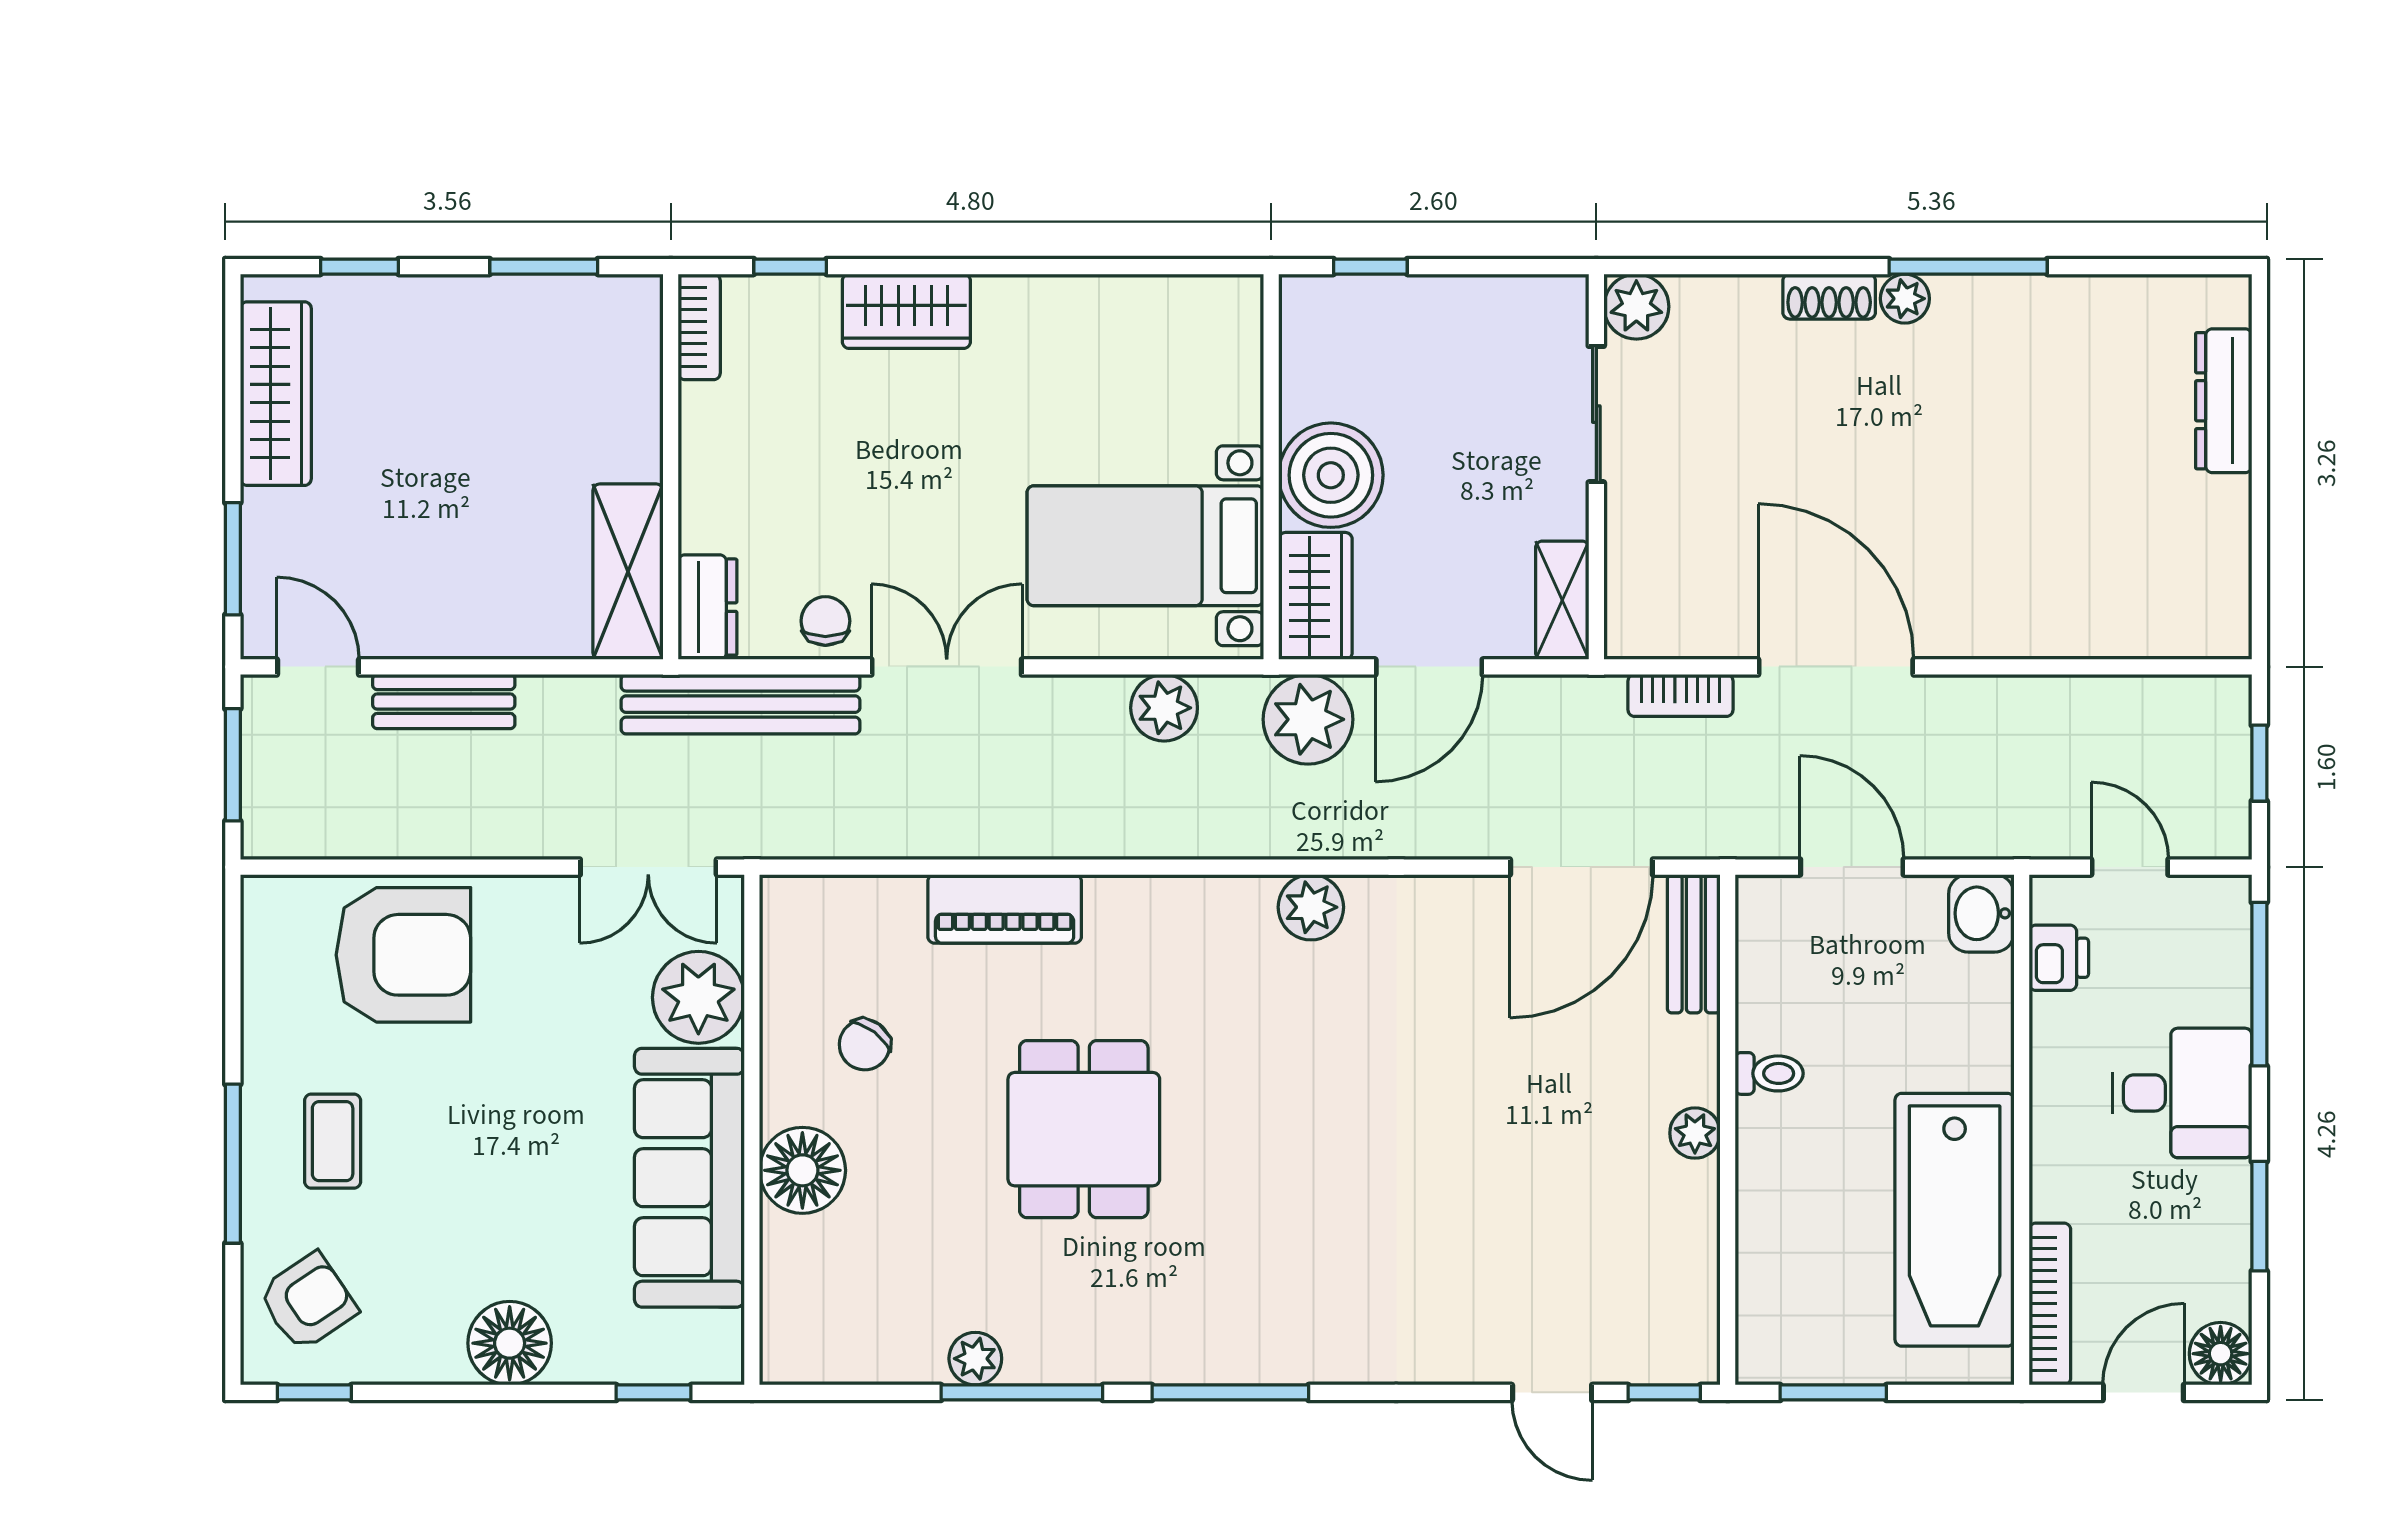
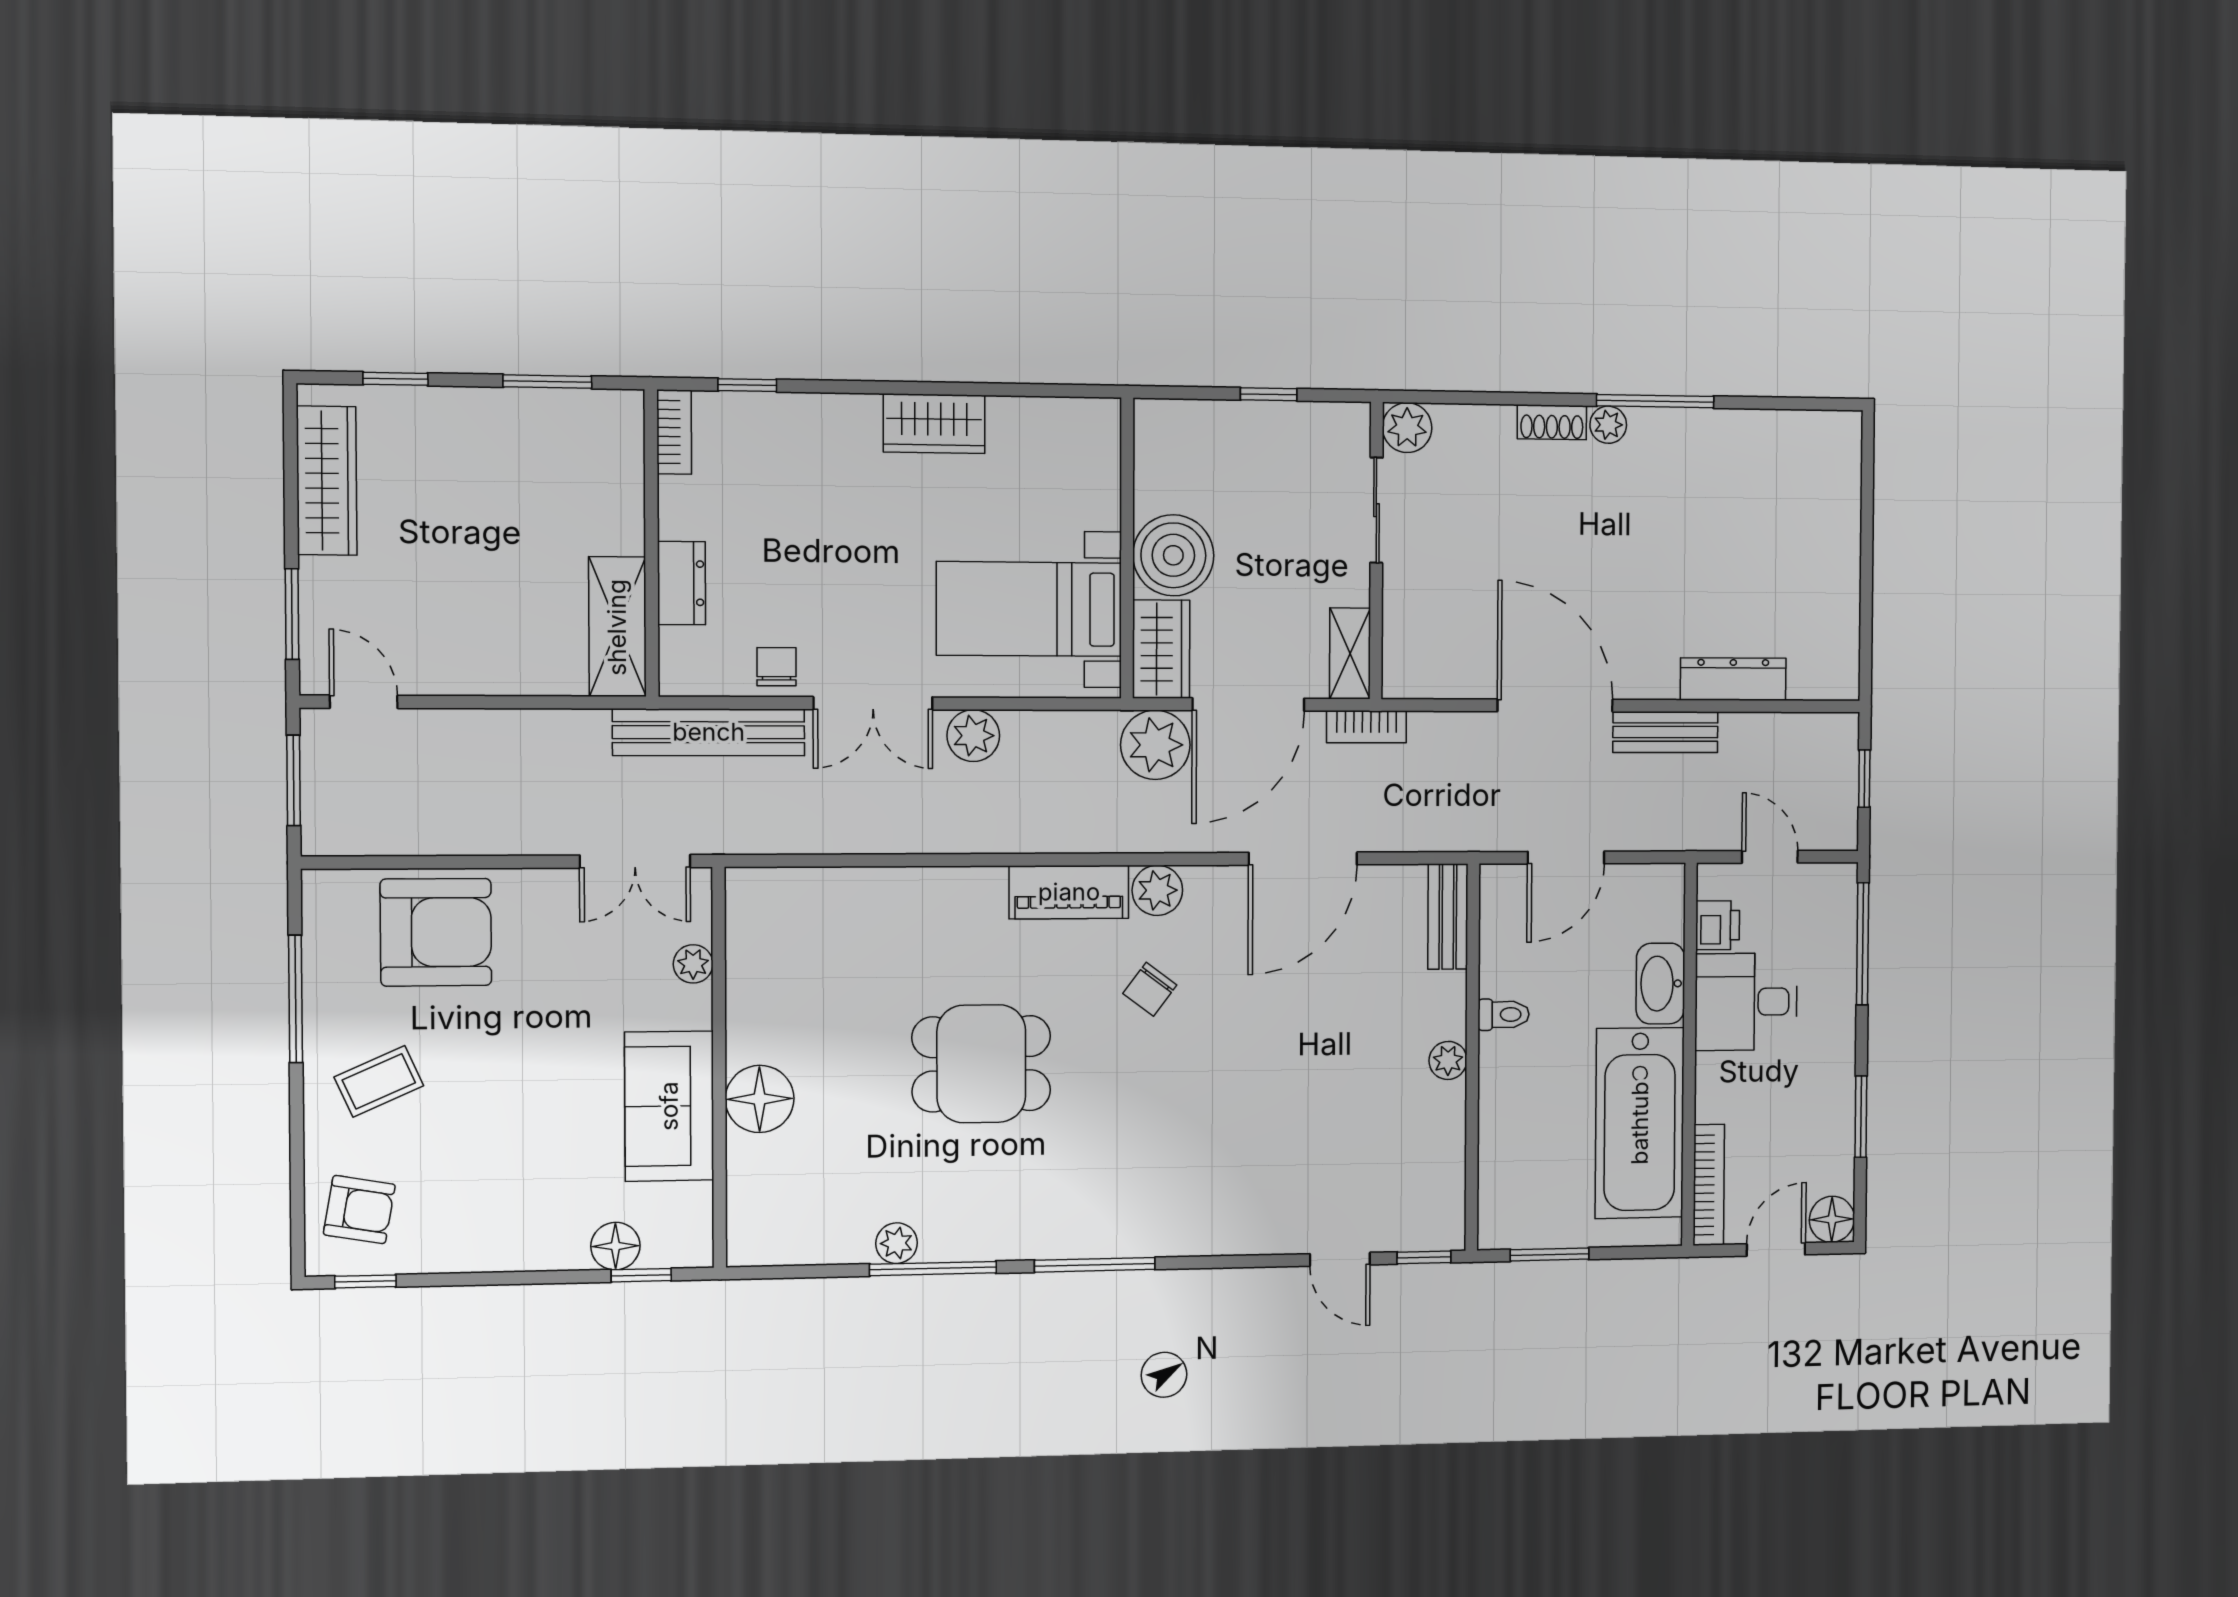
window: (1370, 267) -> (1269, 394), moved
wardrobe: (906, 311) -> (934, 424), moved
dresser: (2224, 401) -> (1733, 679), moved, turned 90
dresser: (708, 607) -> (682, 583), moved
double door: (947, 667) -> (873, 703), swing flipped
door: (1429, 667) -> (1248, 704), width x1.36
bookcase: (1681, 695) -> (1366, 727), moved
bench: (444, 702) -> (1665, 732), moved
plant: (1164, 708) -> (973, 736), moved
door: (1581, 867) -> (1303, 859), moved
door: (1852, 867) -> (1566, 858), swing flipped
piano: (1005, 909) -> (1069, 892), moved
washbasin: (1981, 913) -> (1660, 984), moved, width x1.38
plant: (698, 997) -> (693, 964), width x0.53, depth x0.53
chair: (865, 1045) -> (1150, 989), moved
desk: (2182, 1093) -> (1746, 1002), moved, turned 180
dining table: (1084, 1129) -> (981, 1064), turned 90
coffee table: (333, 1141) -> (379, 1081), turned 66
window: (233, 1164) -> (296, 999), moved
sofa: (689, 1178) -> (669, 1106), width x0.73
armchair: (308, 1302) -> (359, 1210), turned 44
floor lamp: (510, 1343) -> (615, 1246), moved, width x0.73, depth x0.73

